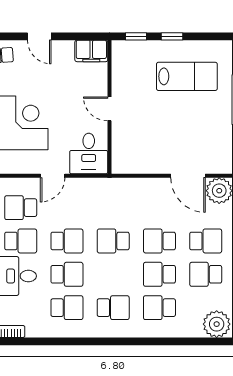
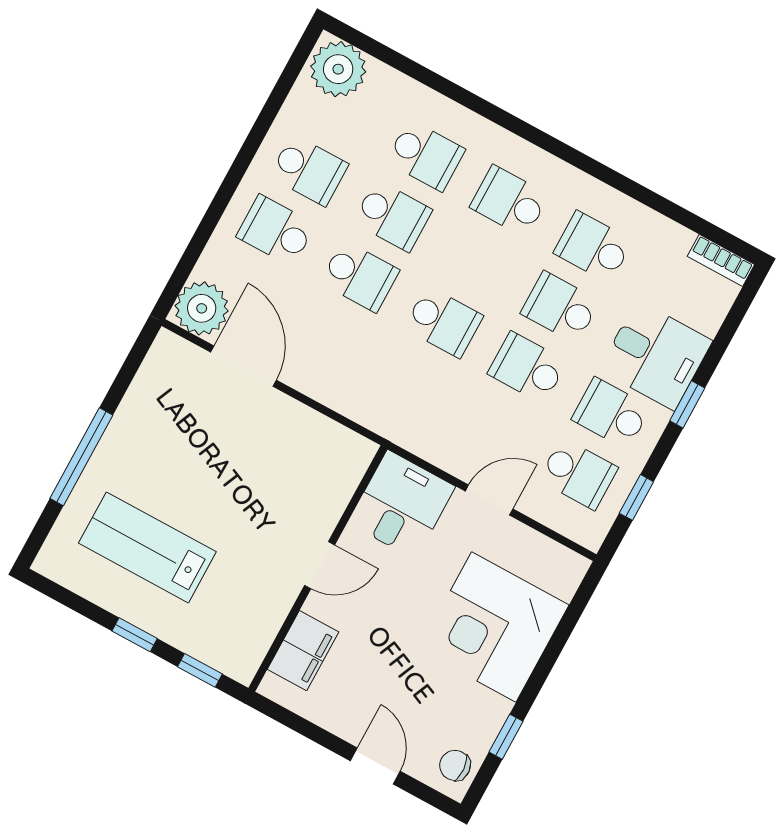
filing cabinet: (91, 51) -> (303, 651), moved, turned 90
door: (109, 109) -> (320, 565), hinge flipped

